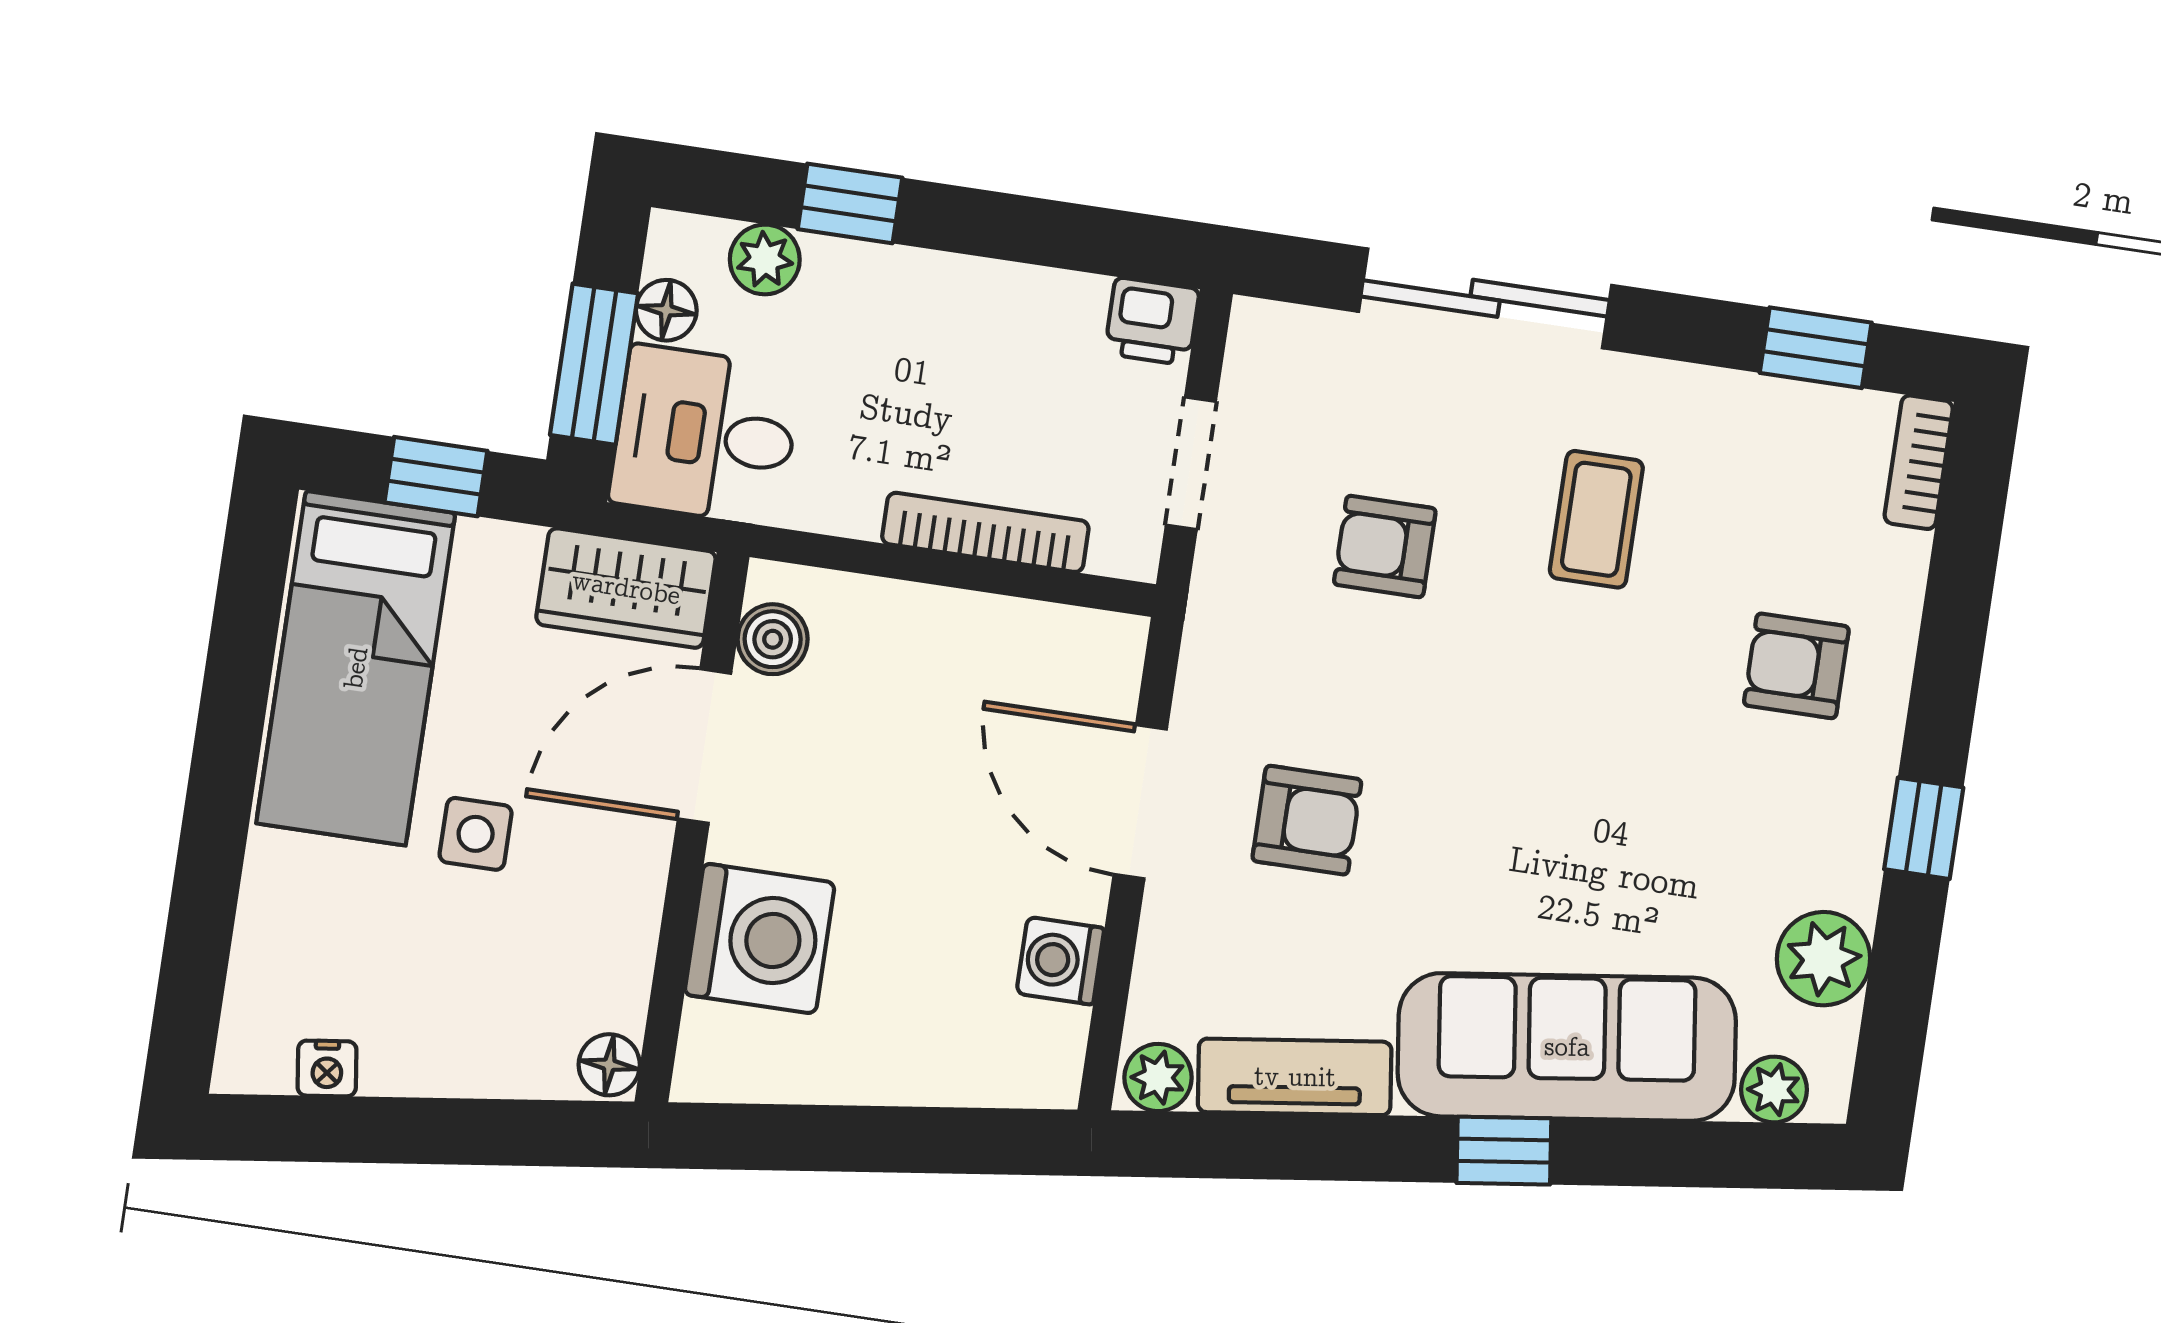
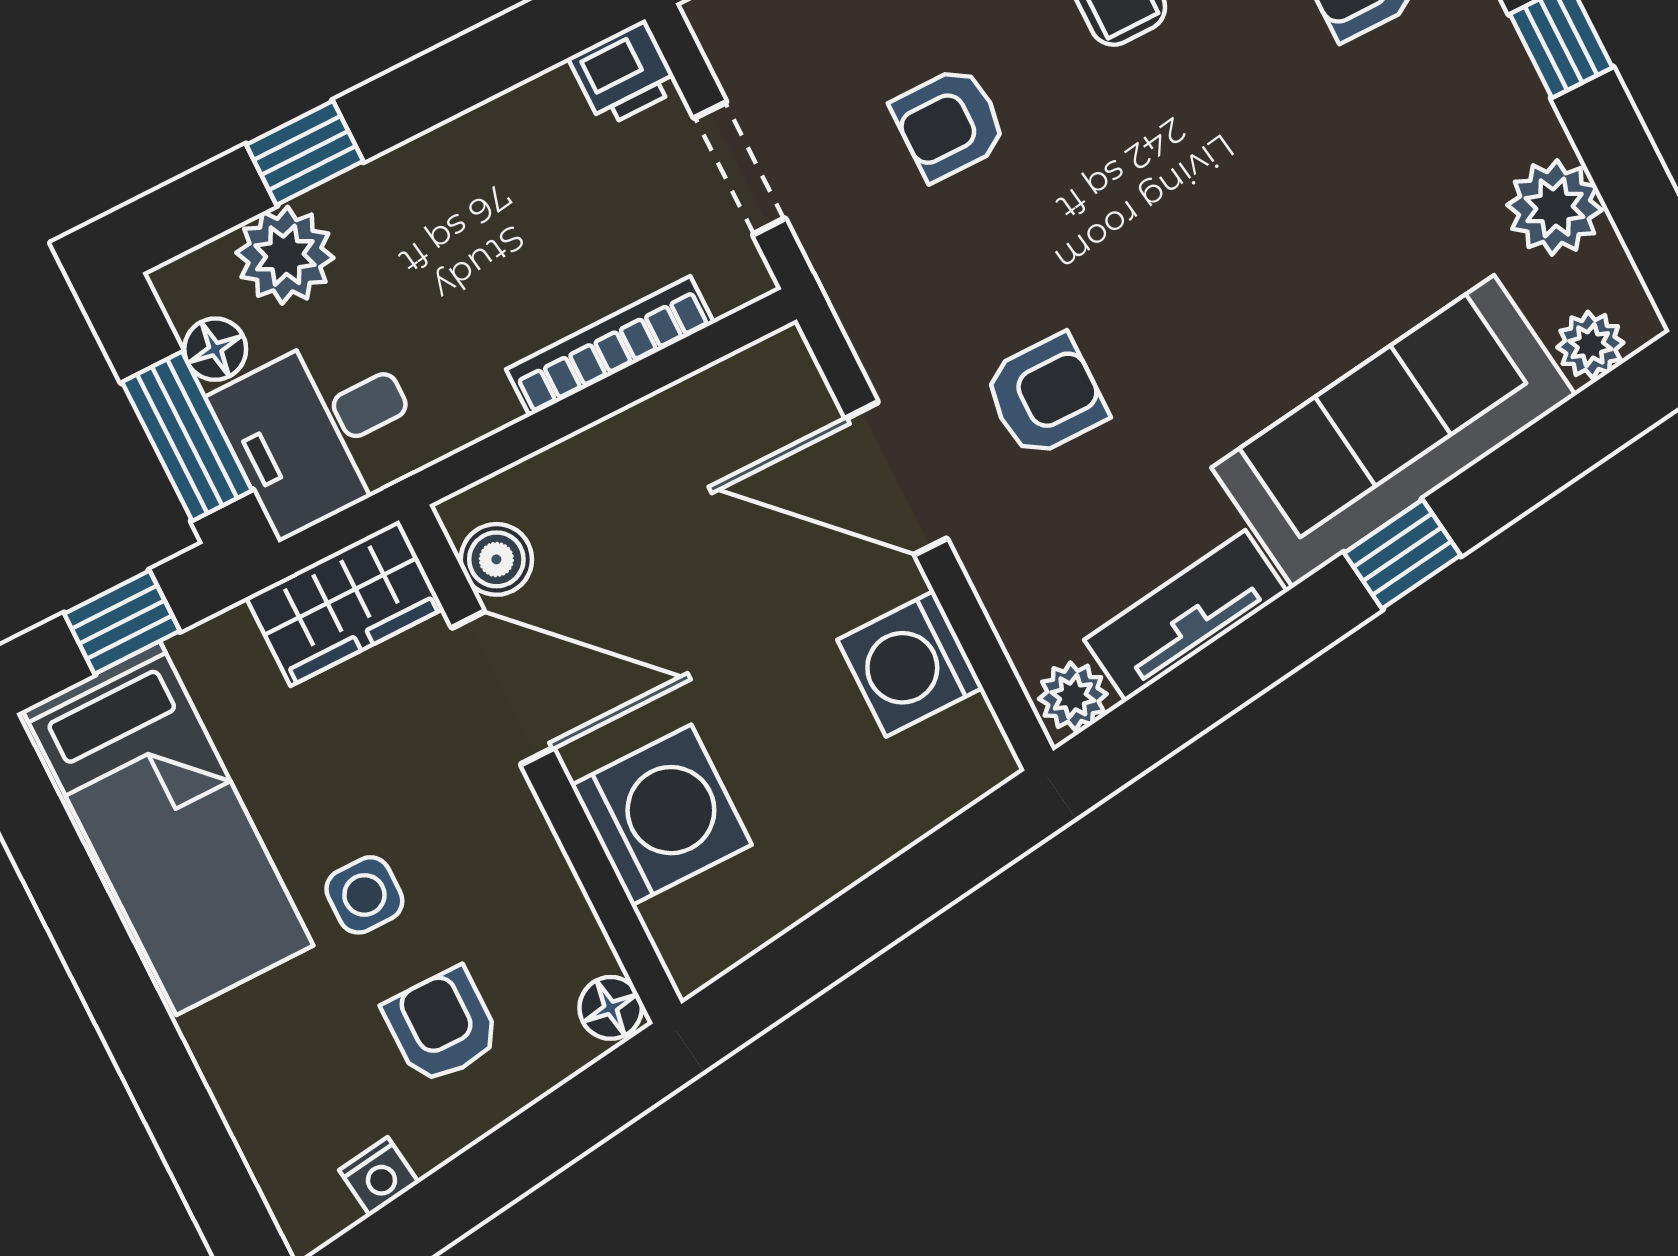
plant: (765, 259) -> (285, 255), width x1.38, depth x1.38
door: (705, 746) -> (503, 688), swing flipped
washing machine: (1060, 961) -> (910, 664), width x1.38, depth x1.38
armchair: (463, 983) -> (442, 1026), added

